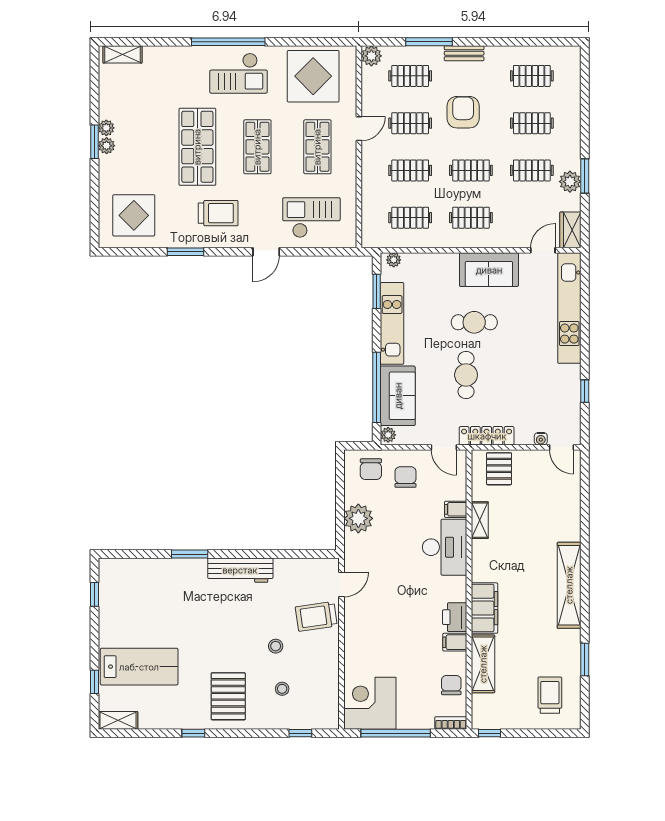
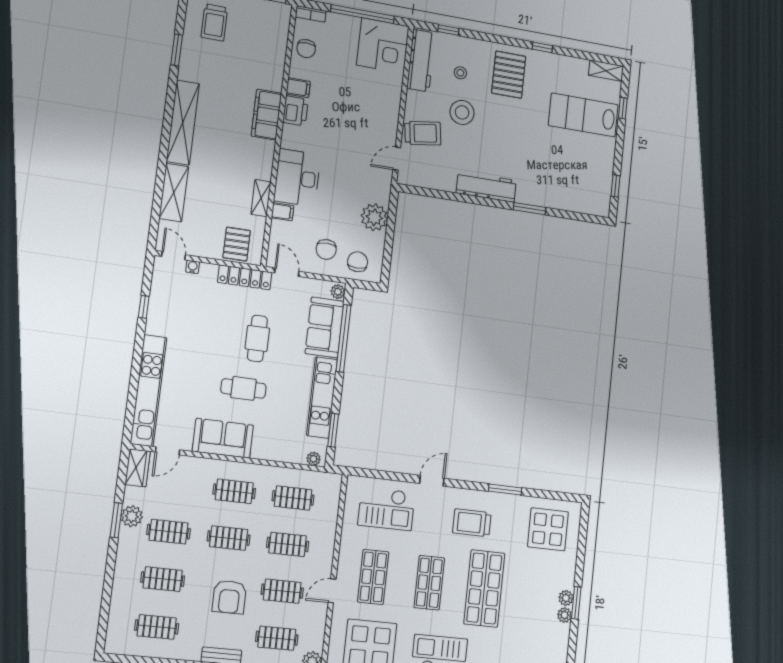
stool: (276, 646) -> (462, 112), width x1.89, depth x1.89
shelving: (483, 664) -> (174, 193), moved
workbench: (327, 694) -> (421, 61), added

